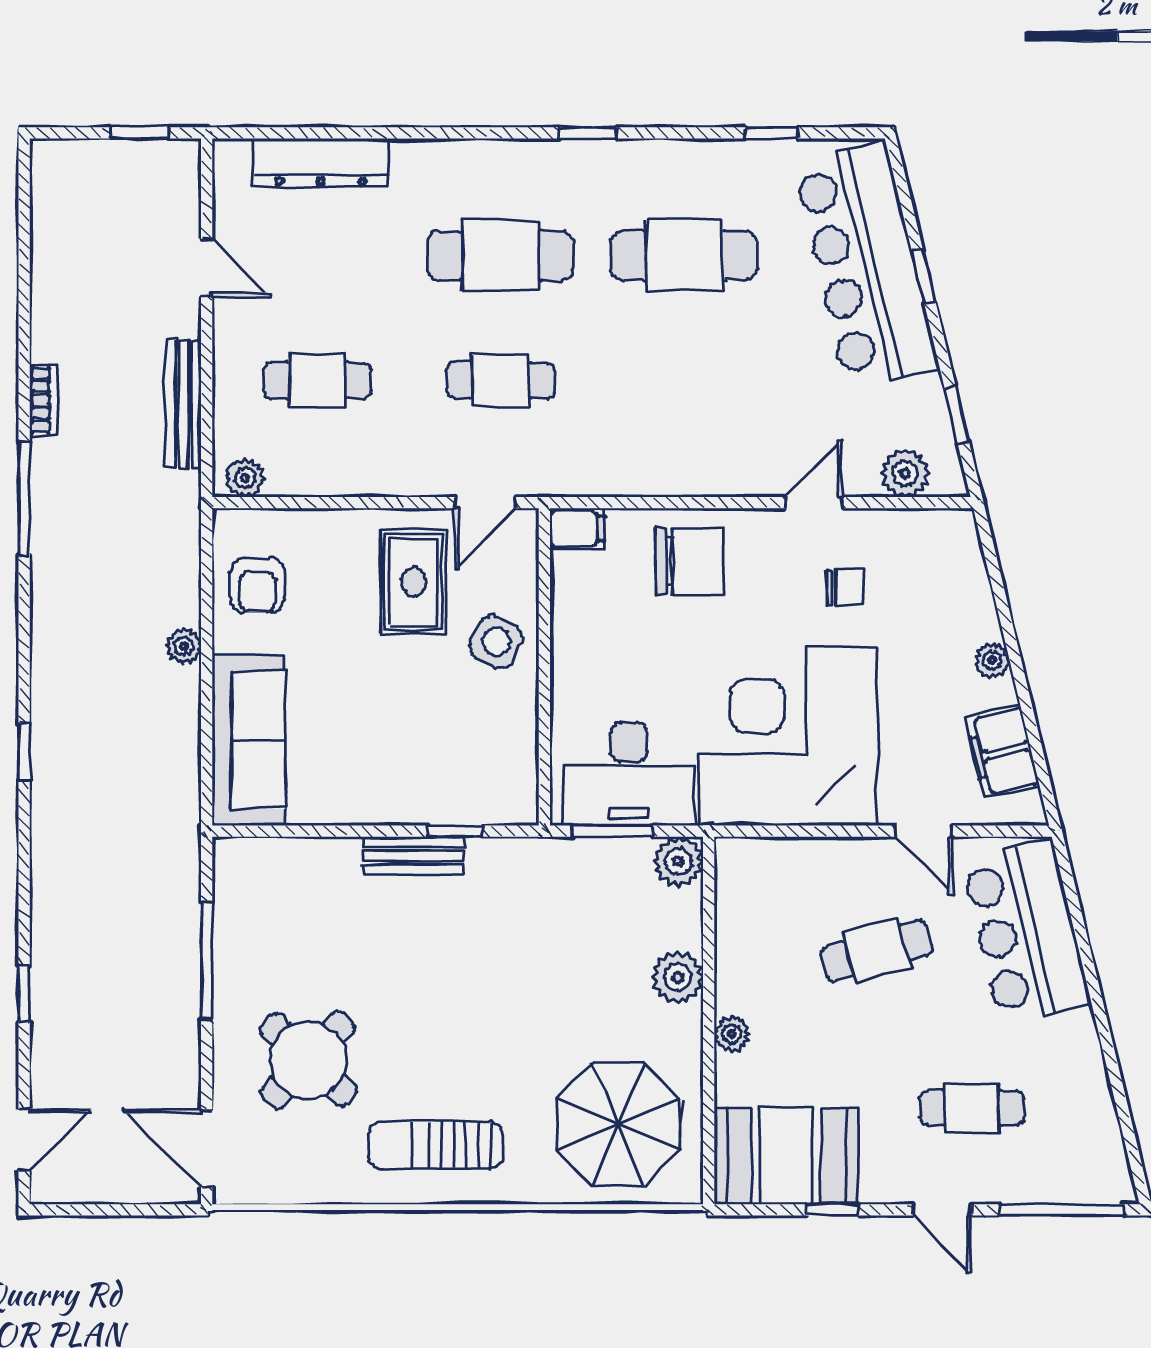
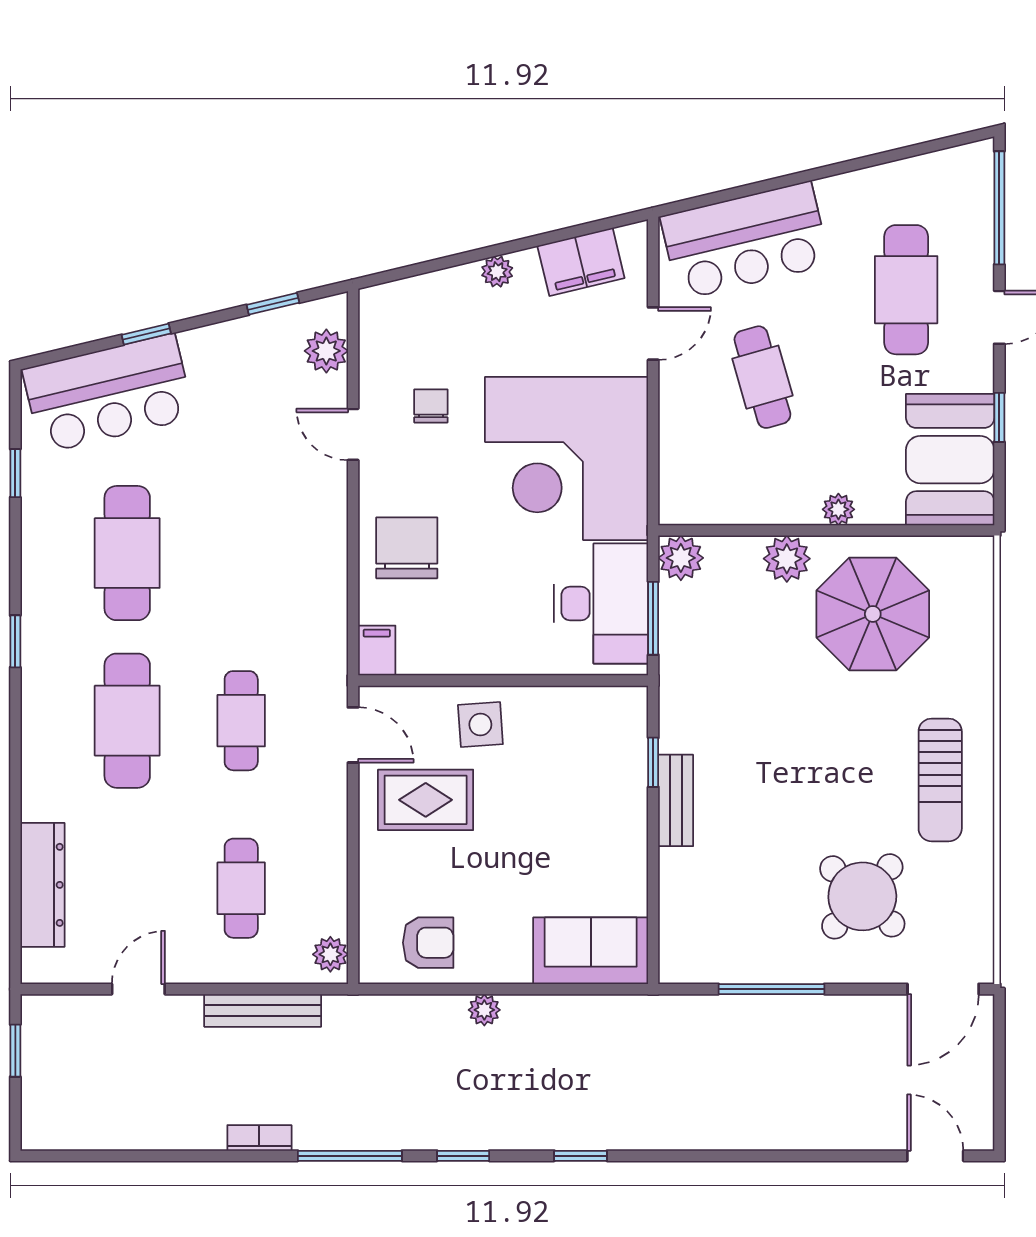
bar counter: (866, 265) -> (108, 393), width x0.73
side table: (496, 642) -> (480, 725), turned -33
sofa: (249, 740) -> (591, 951), width x0.73
window: (24, 993) -> (463, 1156), moved
cafe table: (972, 1108) -> (906, 290), width x1.37, depth x1.35
parasol: (618, 1124) -> (873, 614), moved

